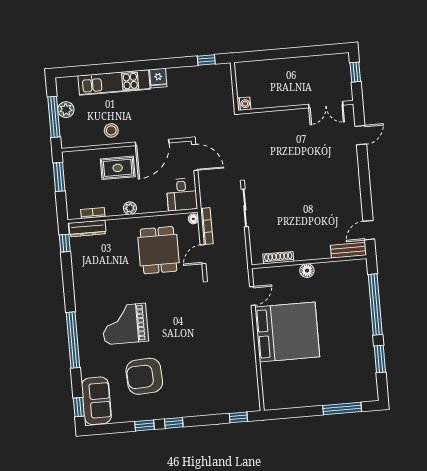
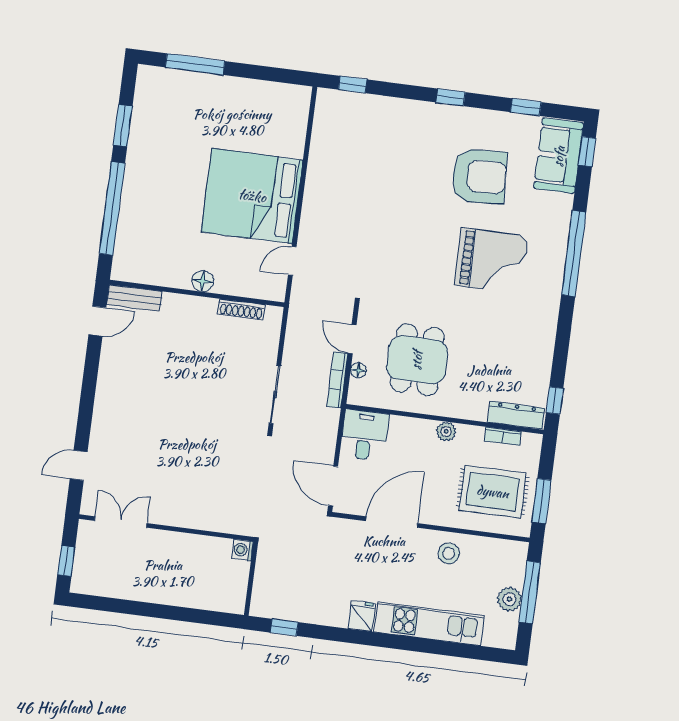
rug: (118, 168) -> (493, 492), moved, width x1.36, depth x1.43
floor lamp: (193, 219) -> (358, 370), moved
door: (203, 254) -> (352, 339), swing flipped
window: (145, 425) -> (526, 107), moved

